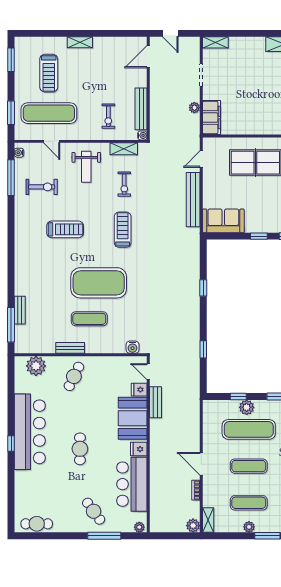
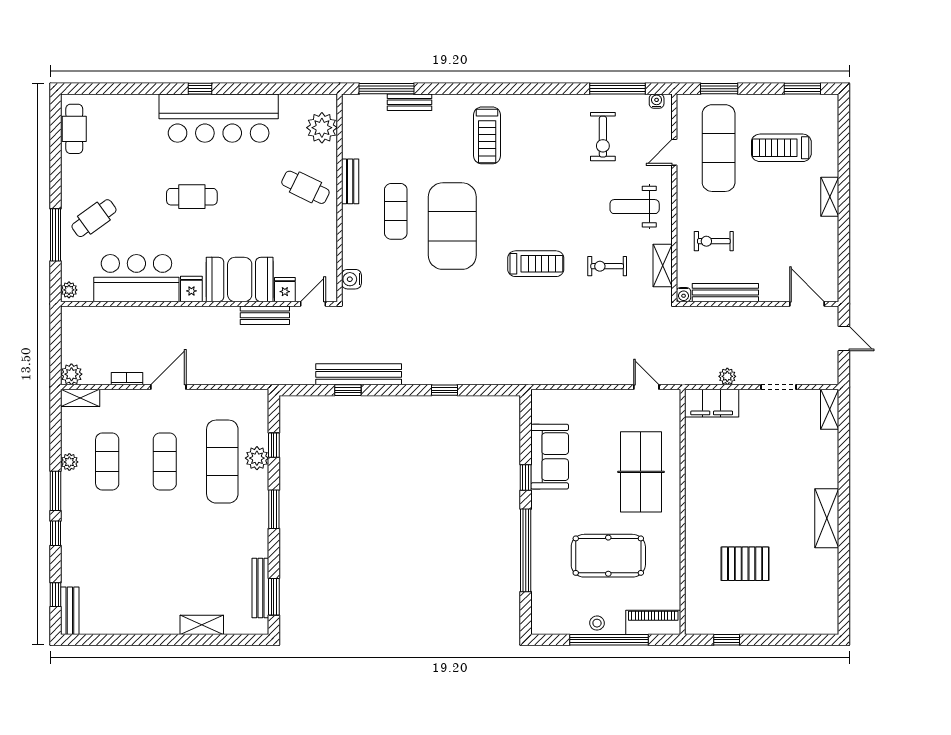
door: (170, 33) -> (844, 338), swing flipped
bench: (193, 200) -> (359, 374), moved
sofa: (223, 221) -> (550, 457), moved
treadmill: (65, 229) -> (487, 135), moved

